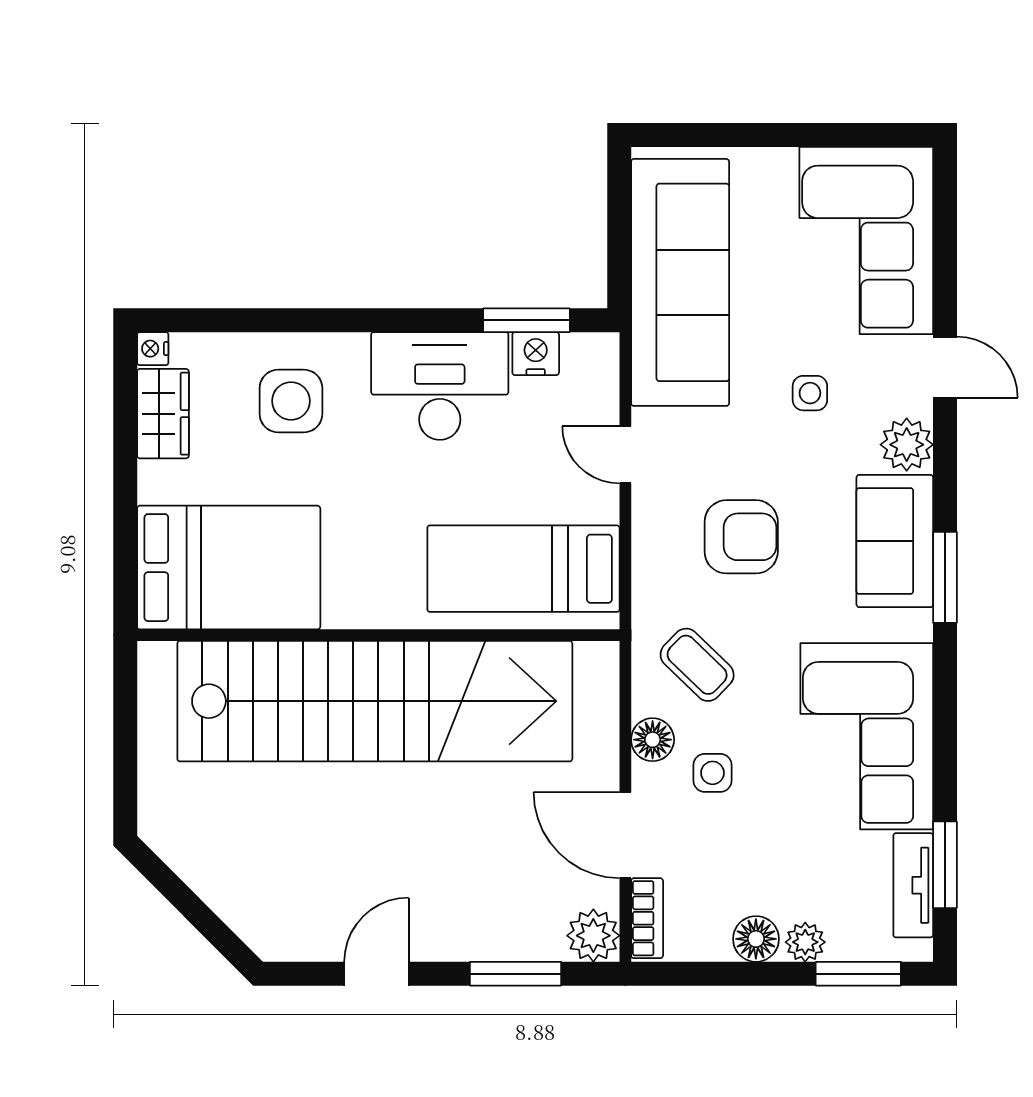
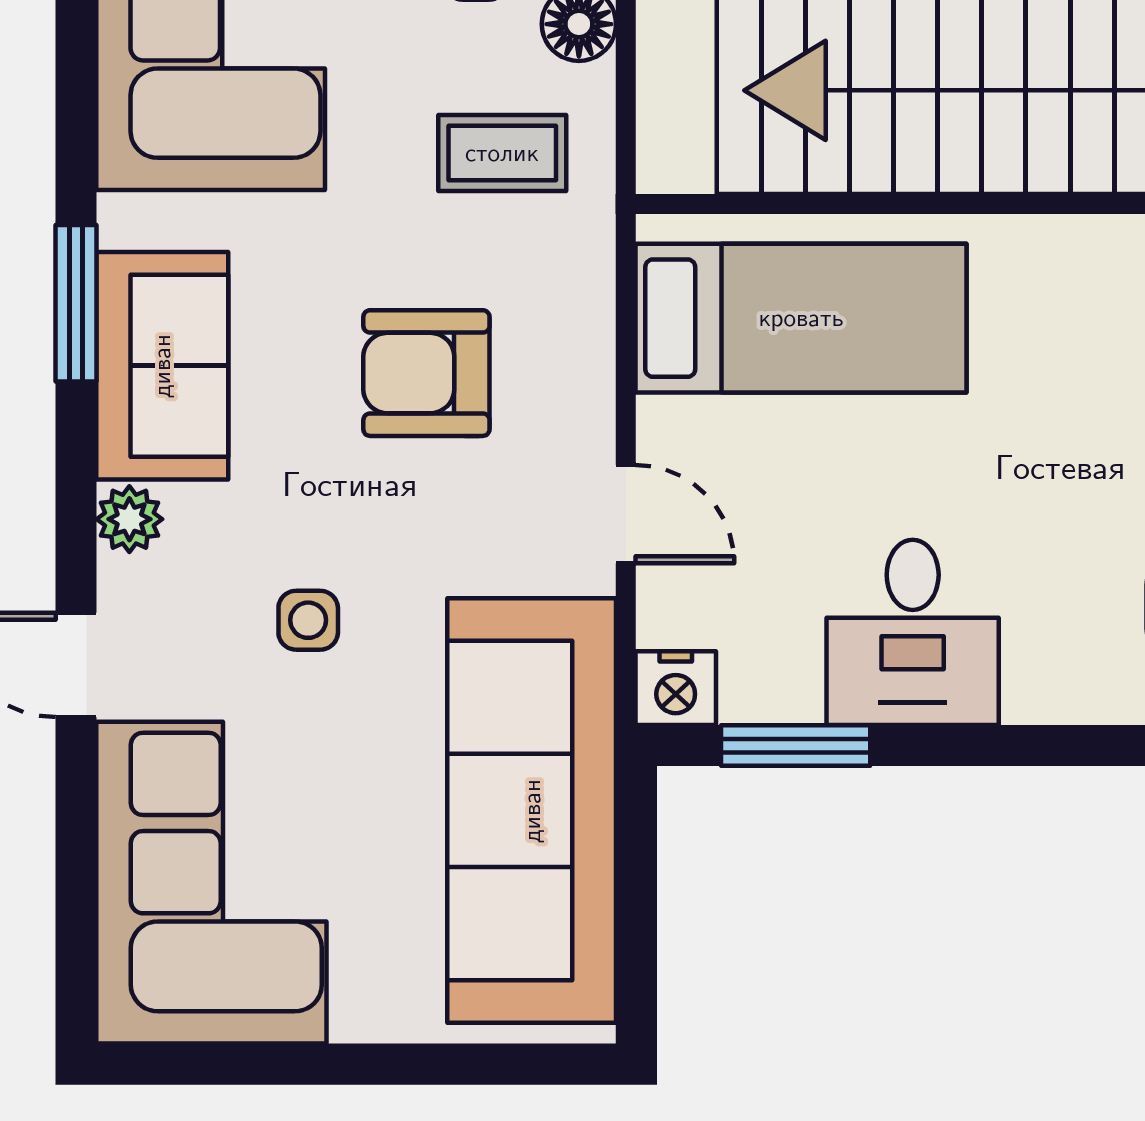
nightstand: (536, 354) -> (676, 688), moved
desk: (440, 386) -> (913, 632), width x0.73
plant: (907, 445) -> (129, 519), width x0.73, depth x0.73
coffee table: (697, 665) -> (502, 153), turned -44

